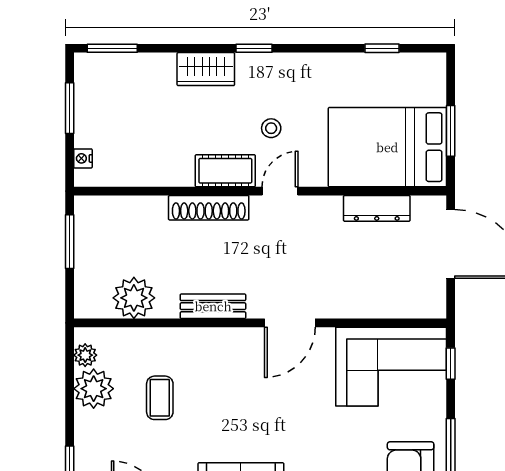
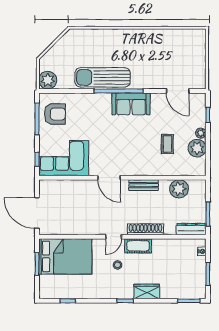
dresser: (377, 208) -> (191, 229), moved
door: (290, 323) -> (109, 178), swing flipped
plant: (85, 355) -> (201, 133), moved

